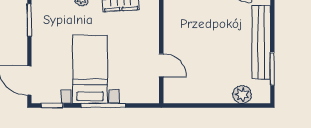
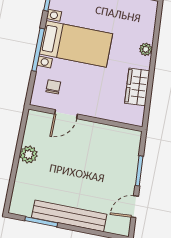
chair: (137, 83) -> (53, 87), added
plant: (242, 94) -> (29, 154), moved

